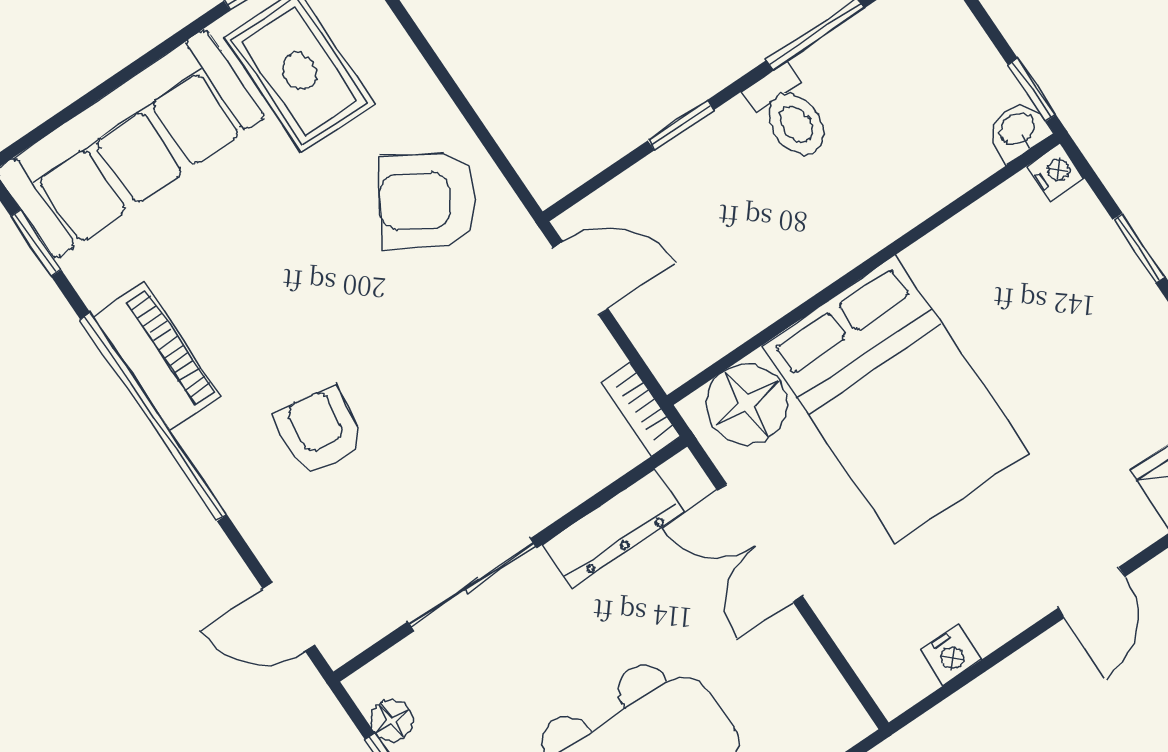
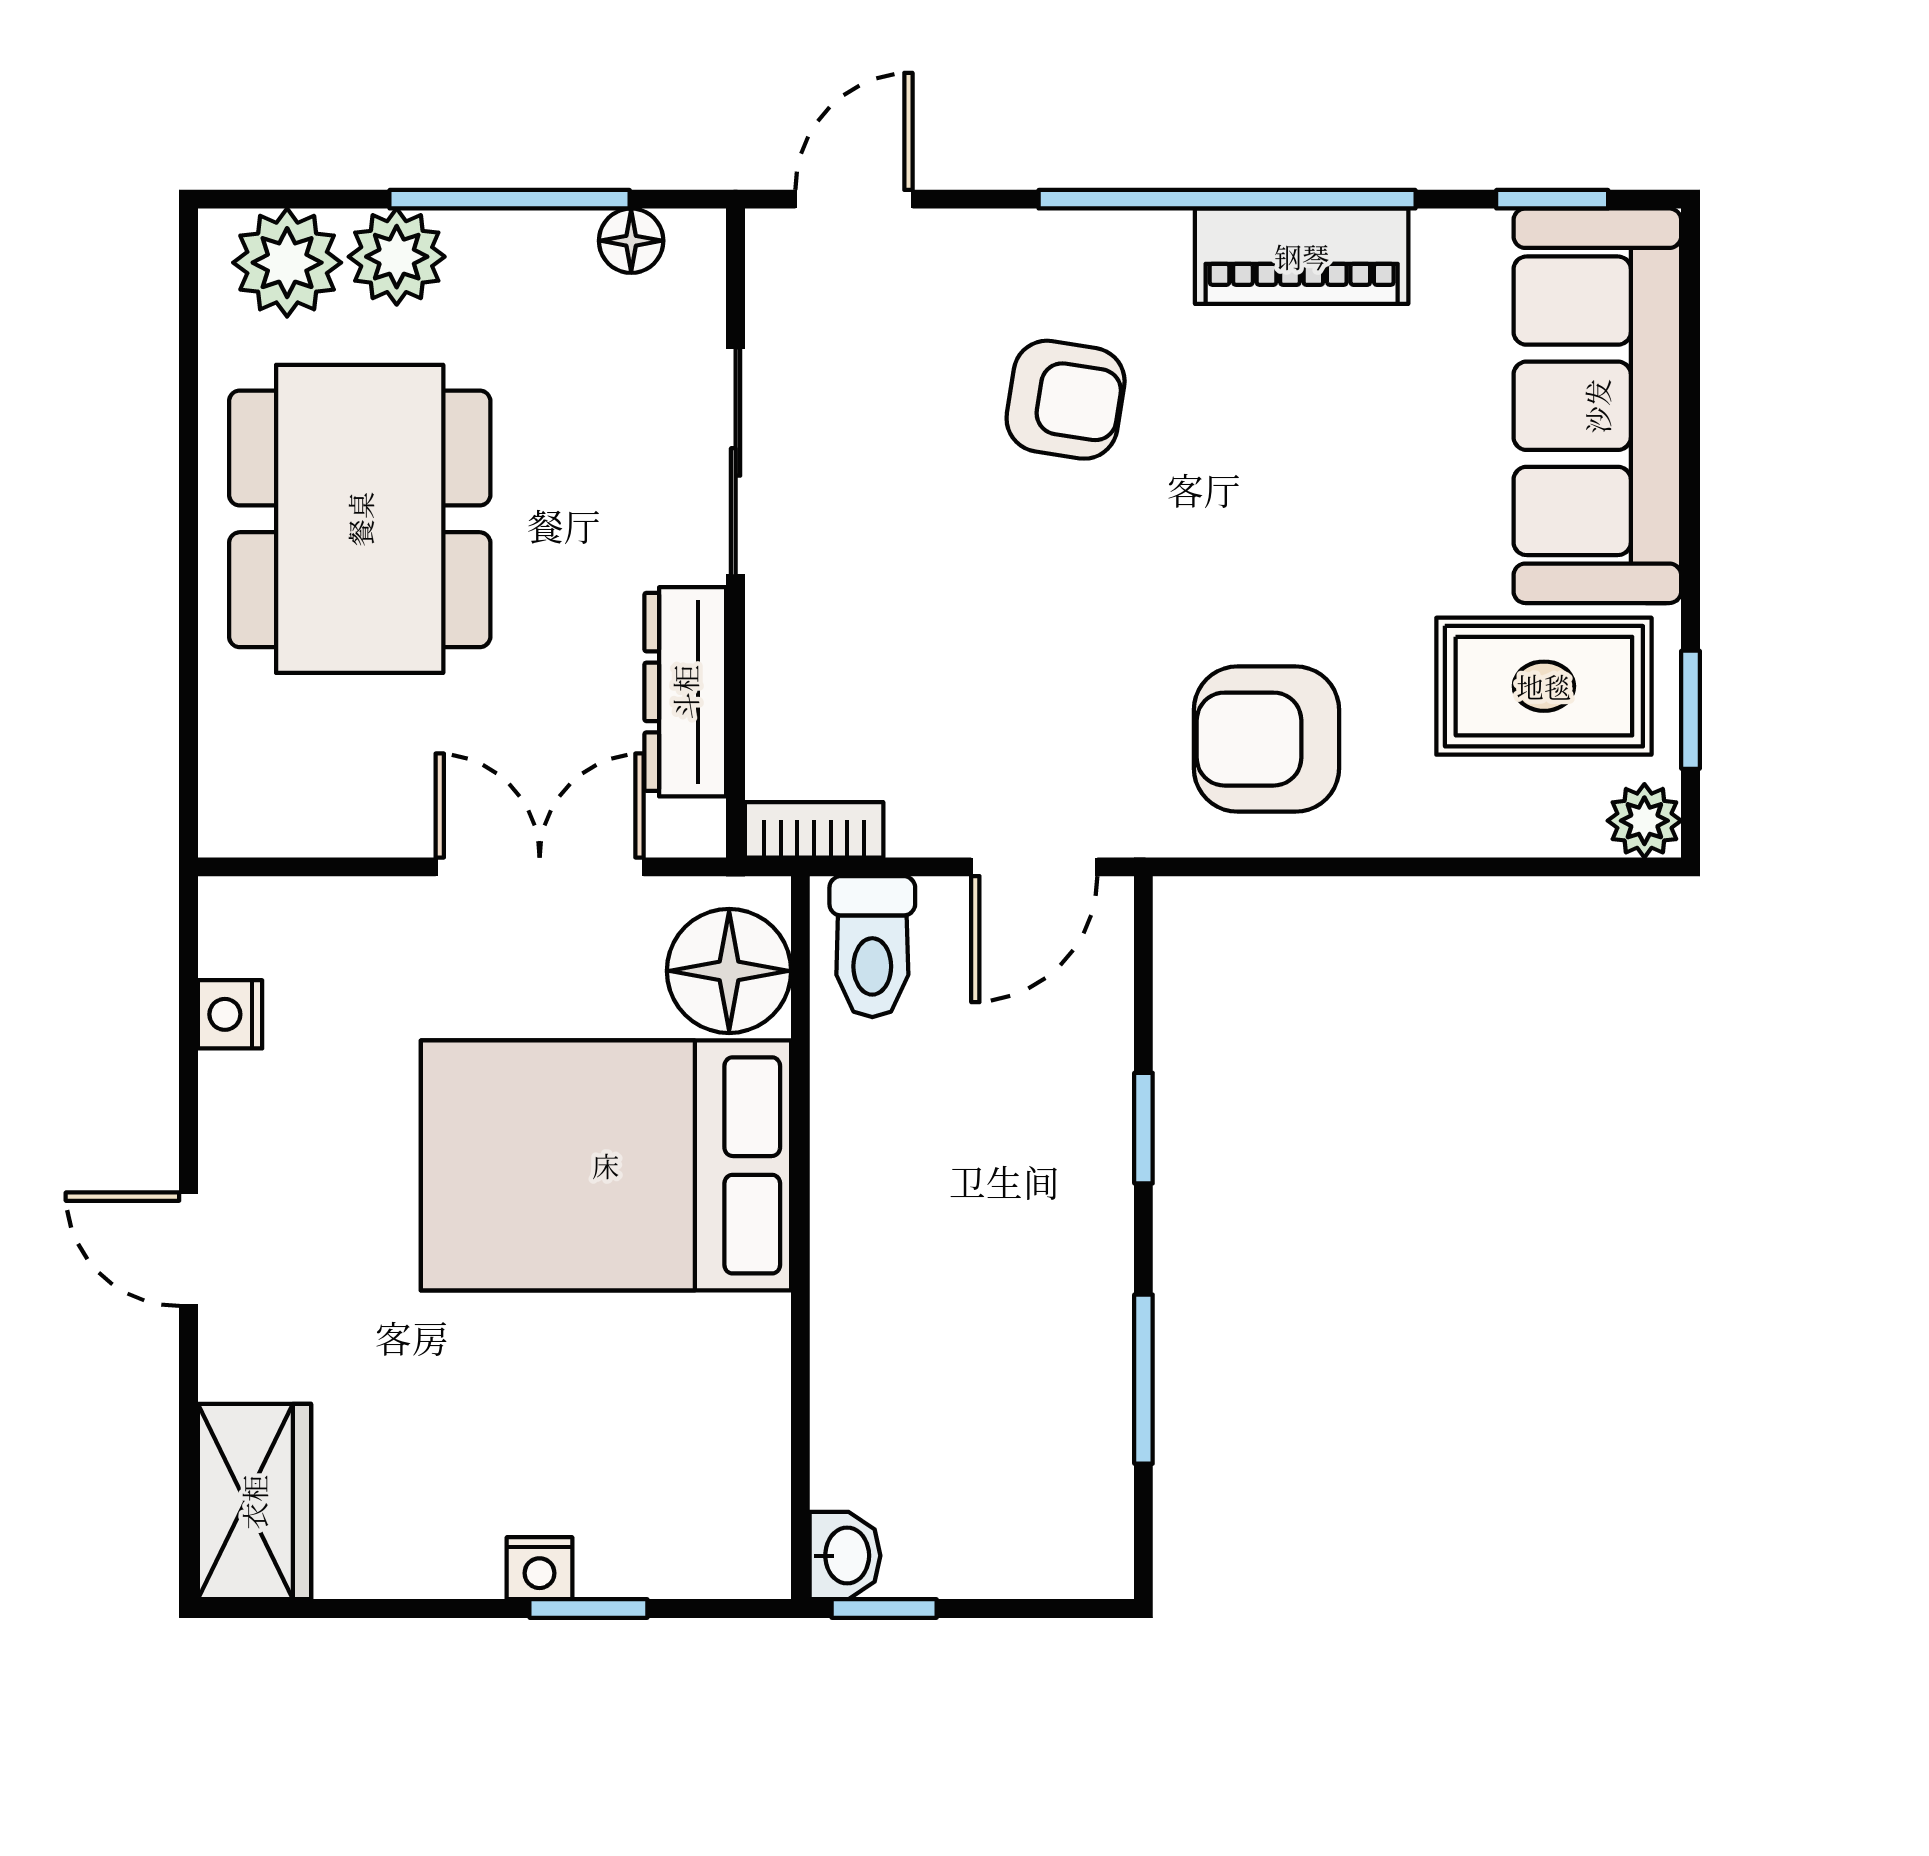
toilet: (789, 114) -> (872, 947), moved, turned -90
nightstand: (1056, 172) -> (539, 1568), moved
armchair: (428, 200) -> (1266, 739), turned -121

